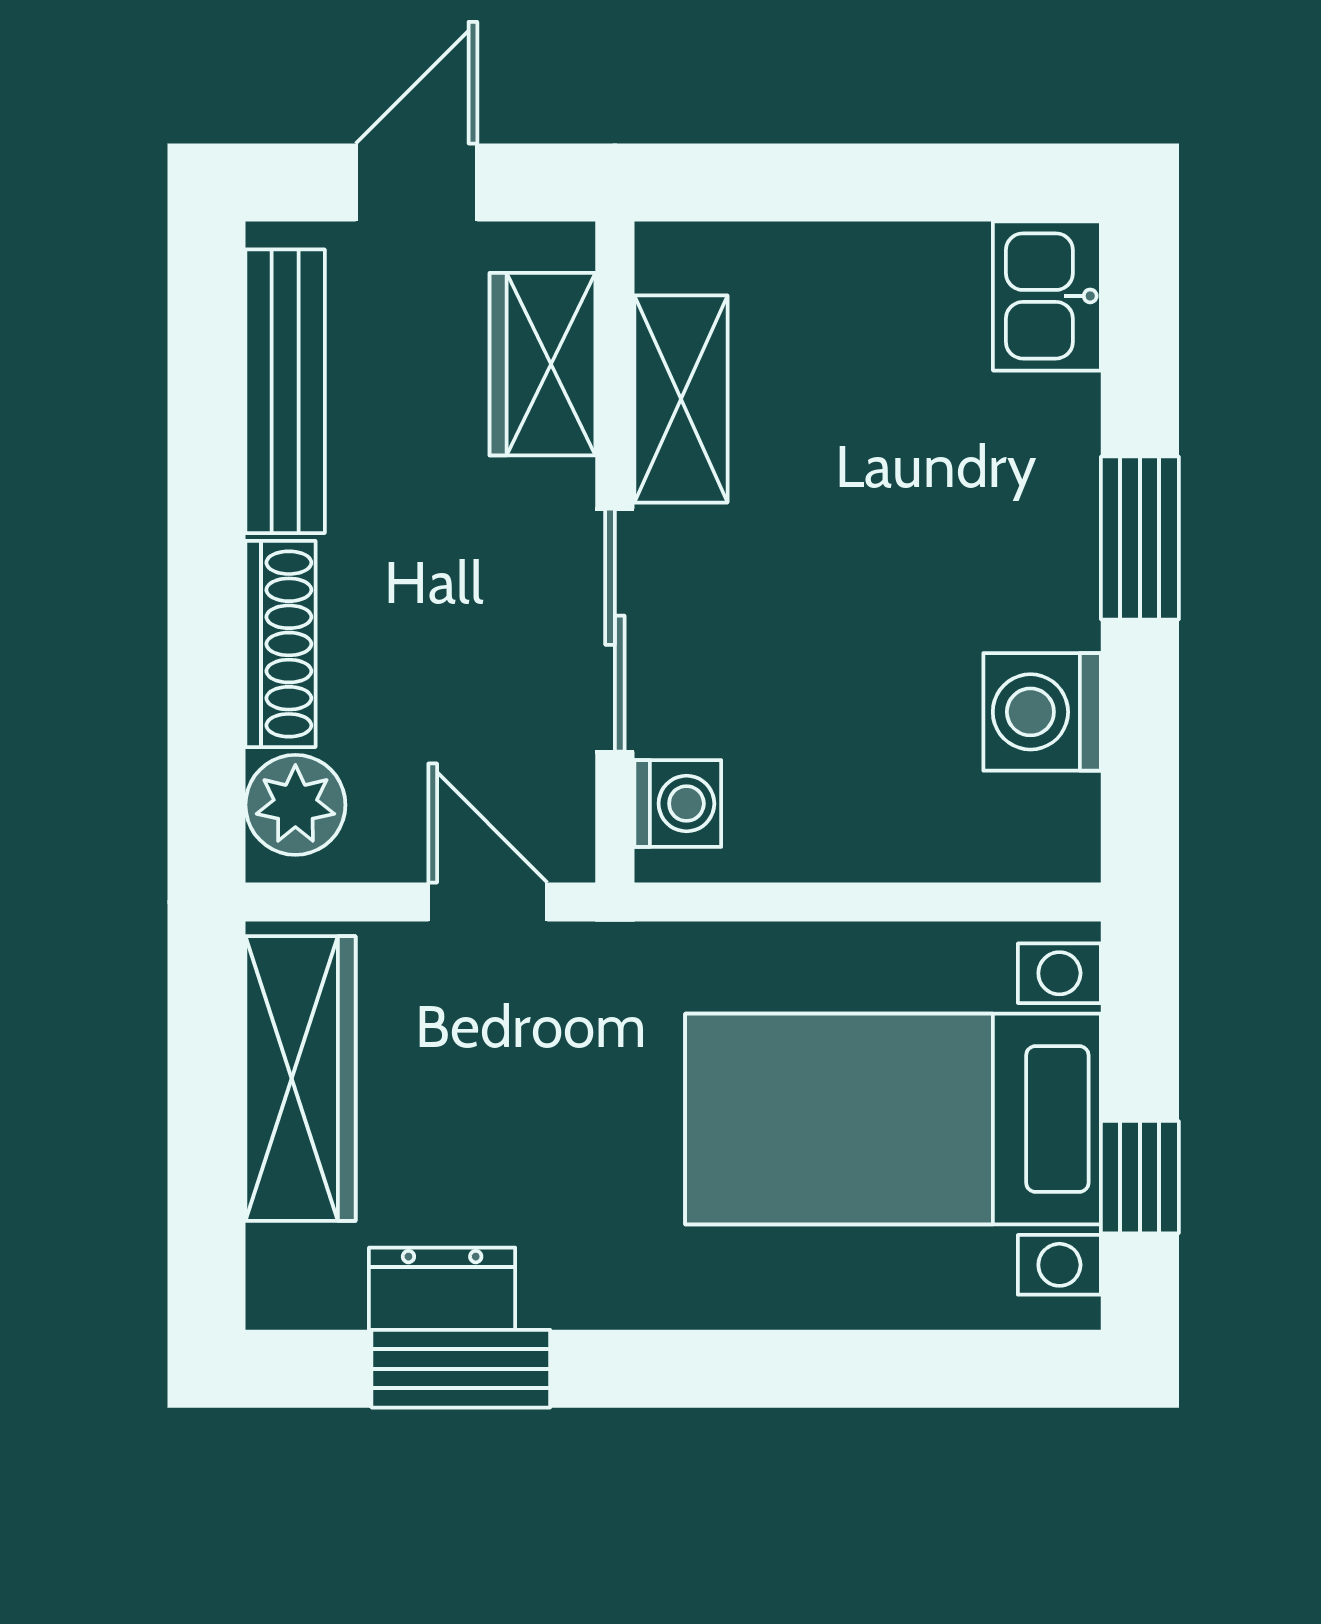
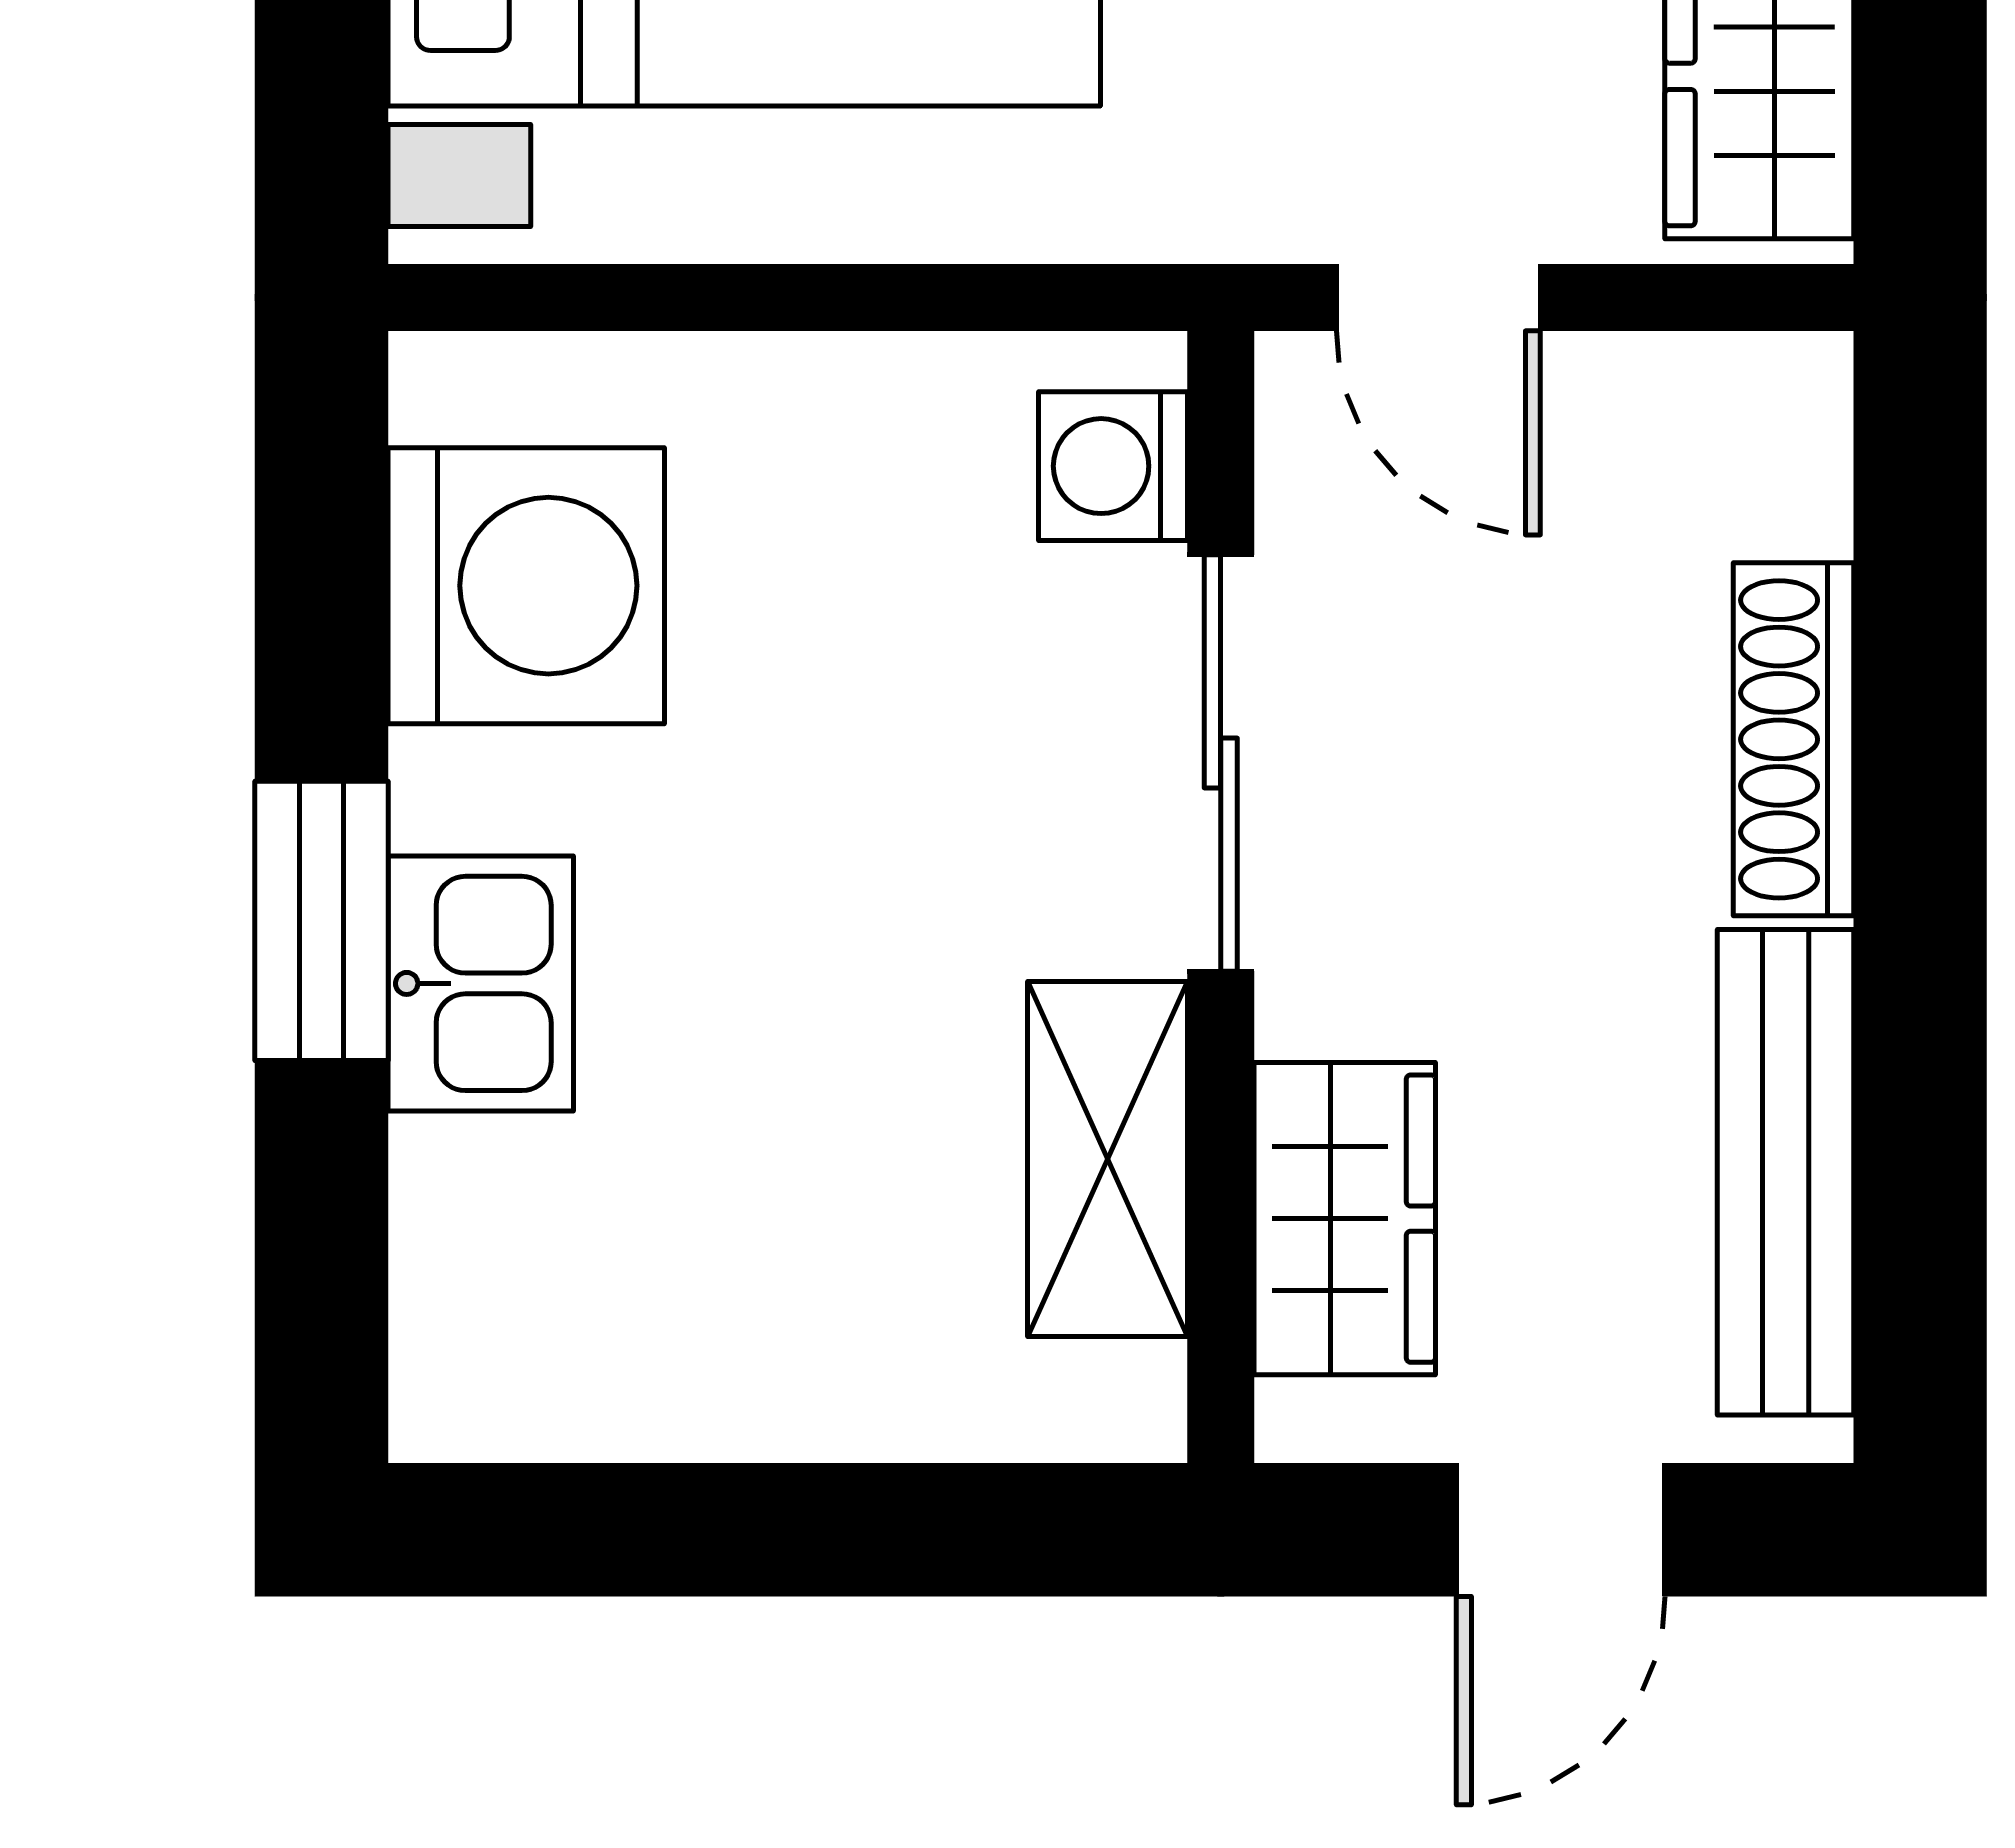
kitchen sink: (1047, 296) -> (481, 983), moved
washing machine: (1042, 712) -> (526, 586), width x1.37, depth x1.37
plant: (295, 805) -> (1768, 464), removed

